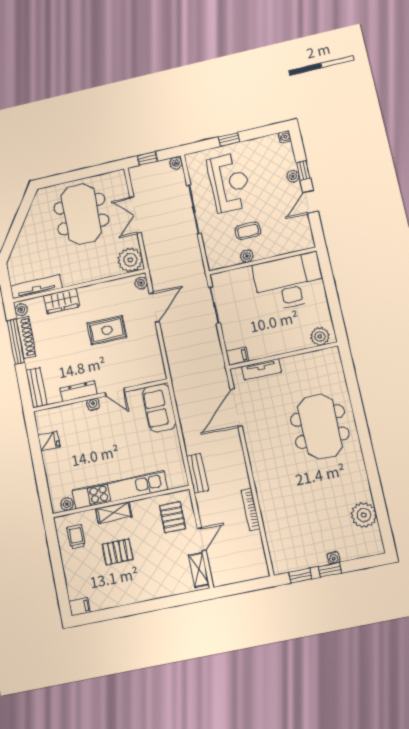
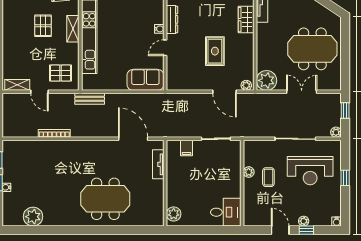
desk: (289, 282) -> (226, 212), width x0.53, depth x0.77
filing cabinet: (237, 356) -> (186, 148), moved

